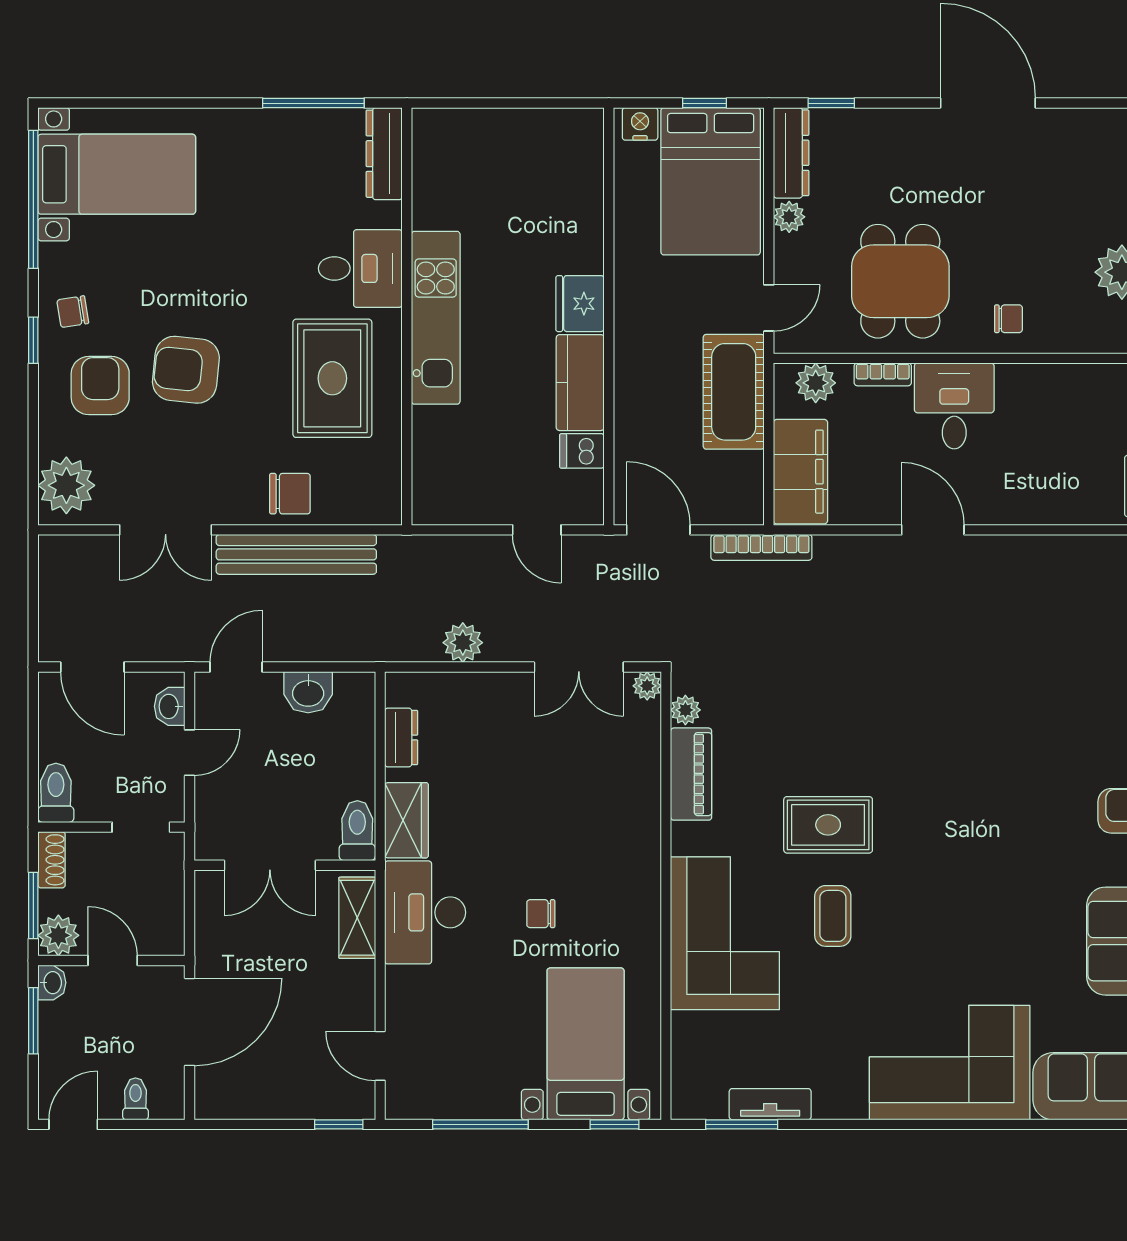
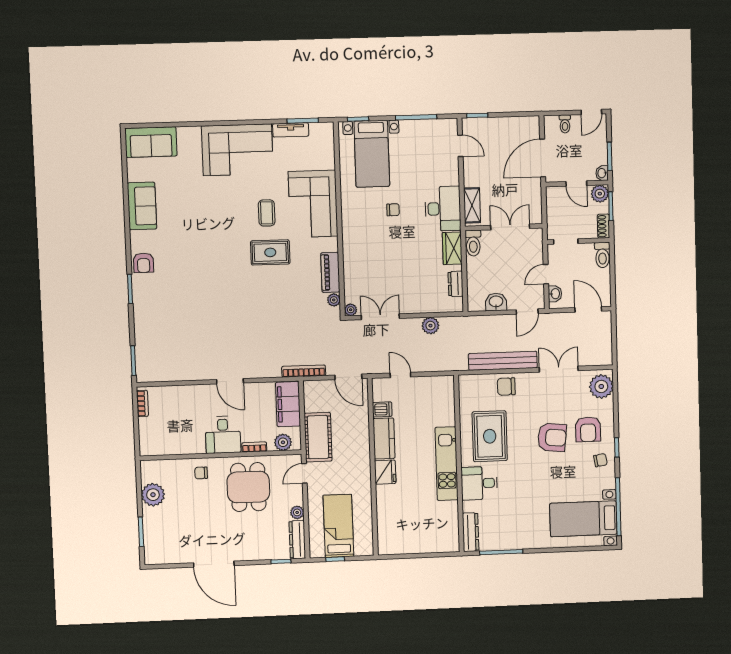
nightstand: (640, 124) -> (362, 549), removed
bed: (711, 181) -> (338, 526), width x0.67
corner sofa: (950, 1063) -> (237, 150), moved

